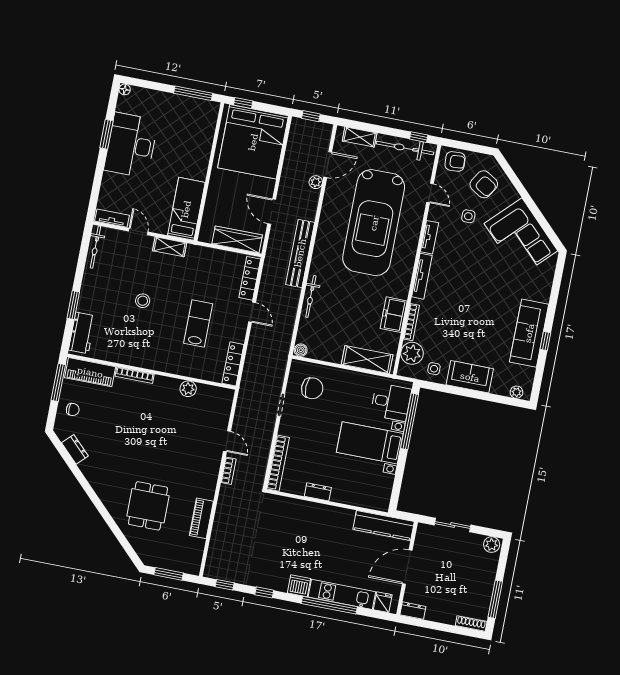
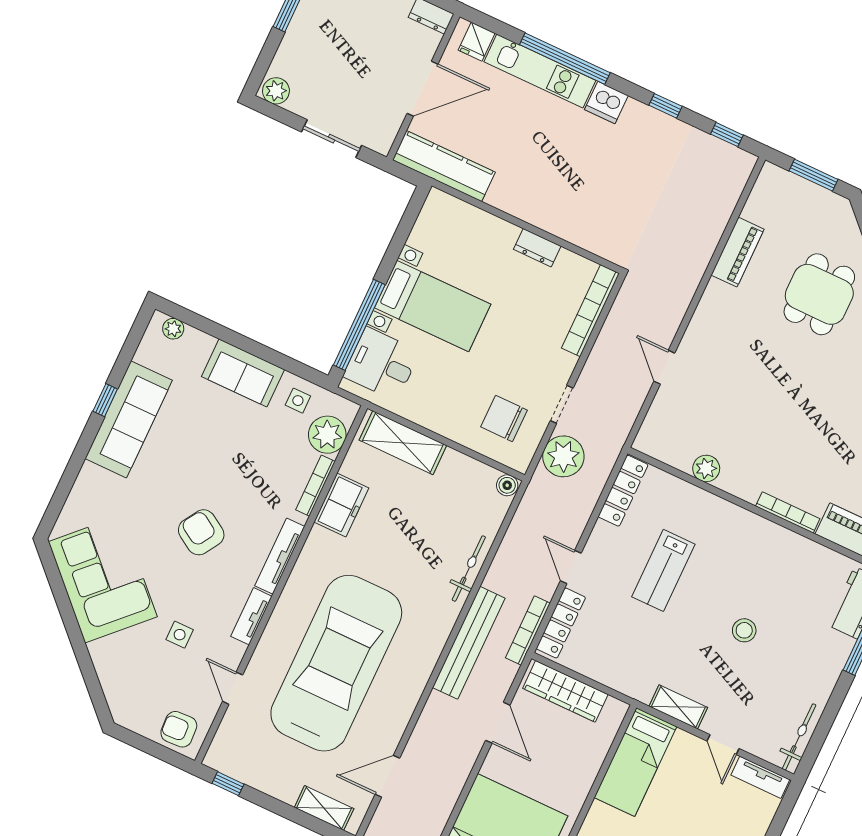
bicycle: (405, 148) -> (255, 772), removed
plant: (316, 182) -> (563, 456), moved, width x1.88, depth x1.88
armchair: (484, 184) -> (201, 532), moved
bookcase: (228, 471) -> (528, 631), moved, width x1.56

